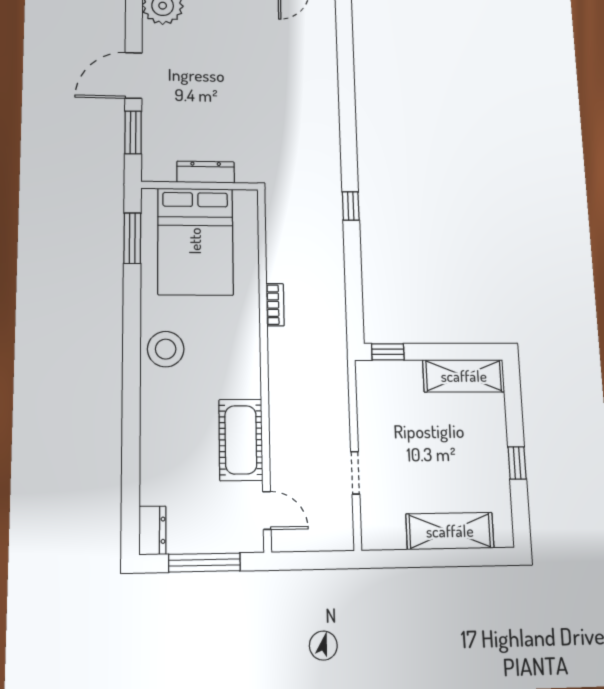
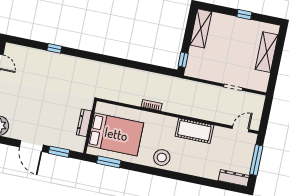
window: (351, 206) -> (54, 48), moved
cot: (241, 440) -> (194, 131), moved
dresser: (152, 530) -> (234, 178), width x1.44

